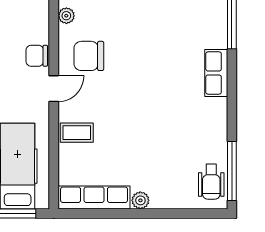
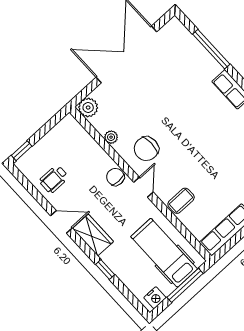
chair: (37, 56) -> (115, 177), turned 90

